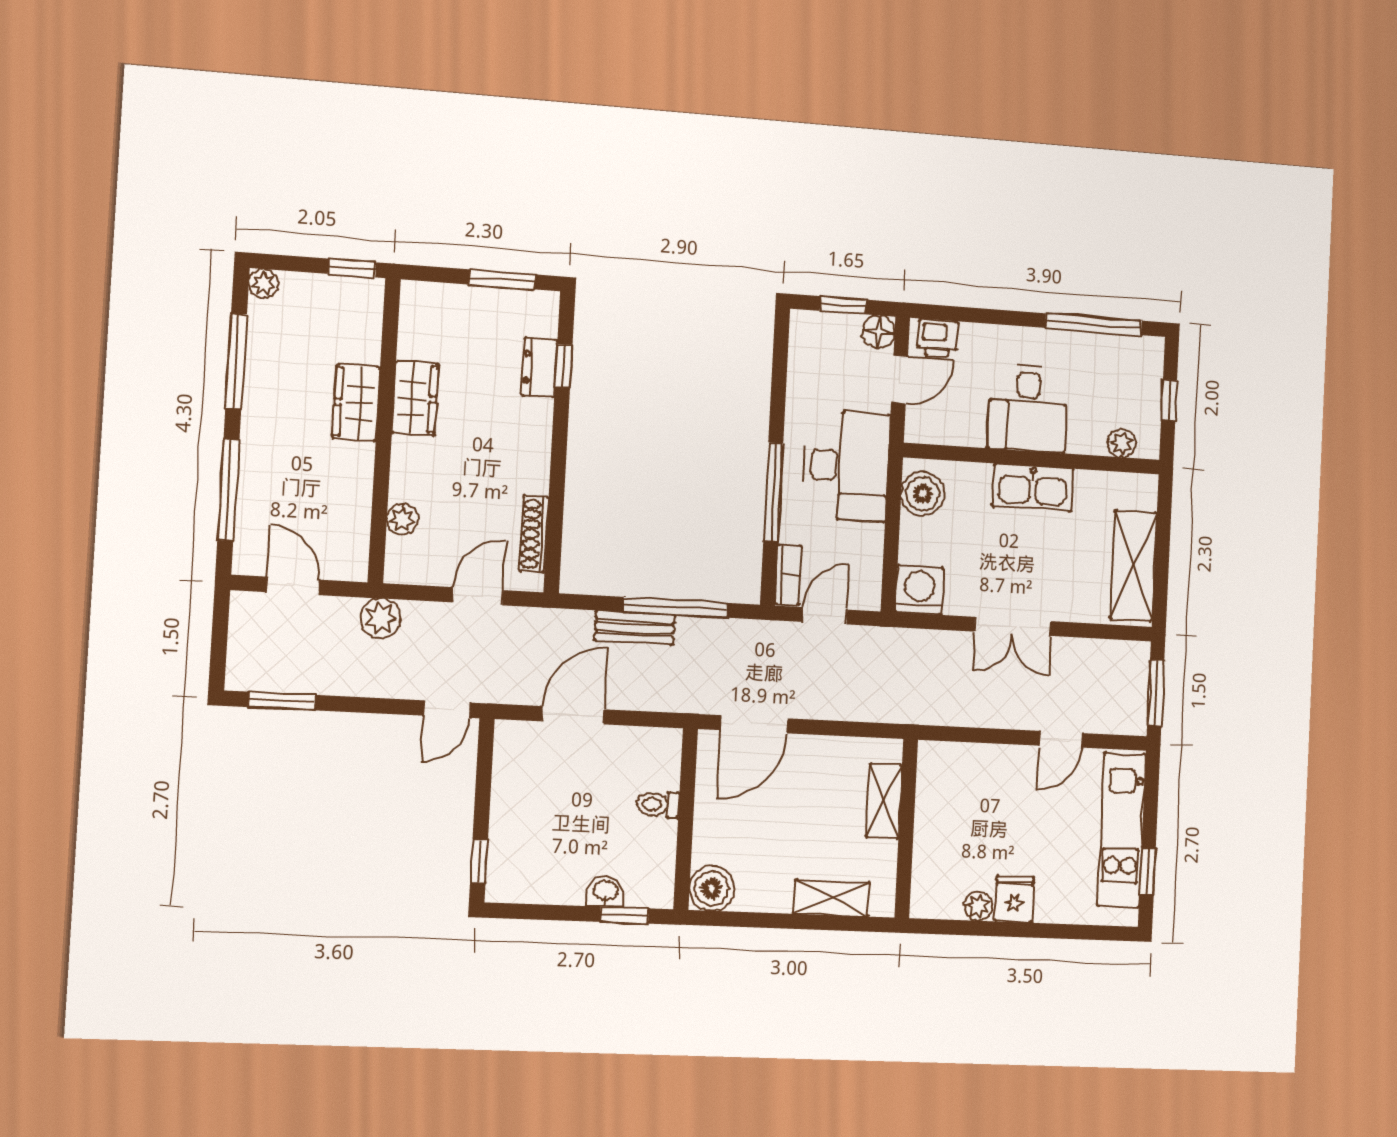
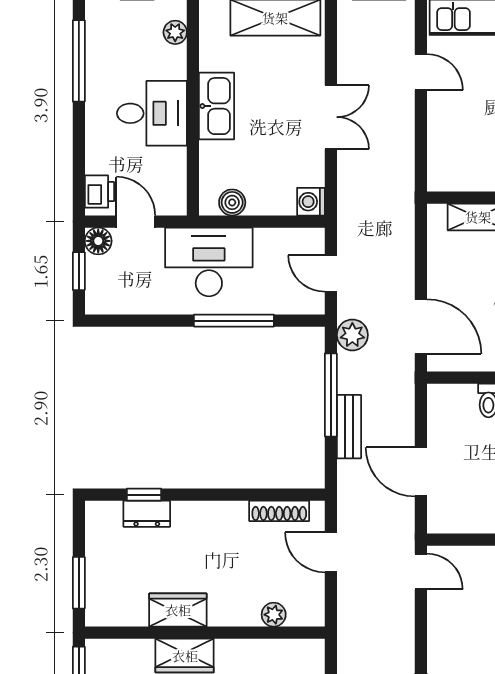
window: (502, 279) -> (79, 583), moved
boiler: (923, 494) -> (232, 202), width x0.73, depth x0.73
bookcase: (788, 575) -> (299, 305), removed
washing machine: (919, 590) -> (311, 202), width x0.73, depth x0.73
plant: (381, 618) -> (352, 335), moved

